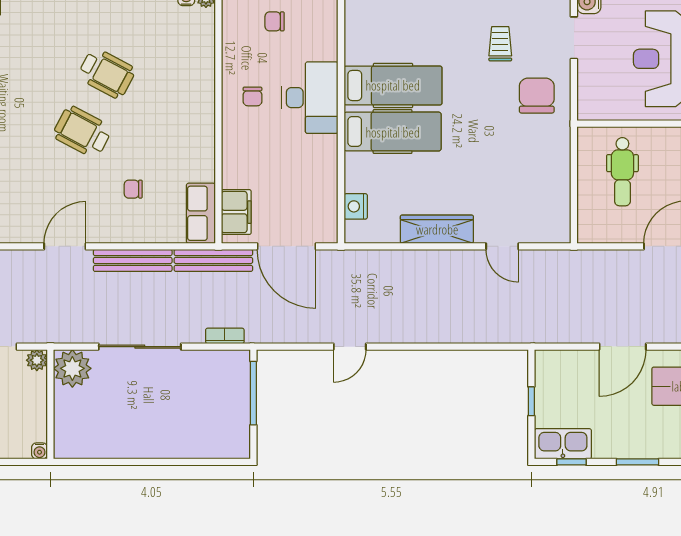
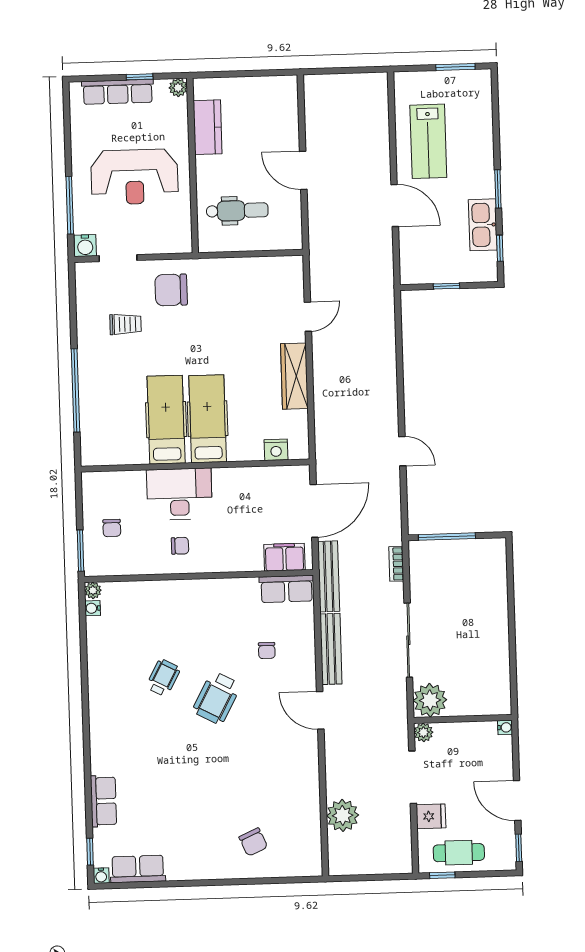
trolley: (500, 44) -> (125, 324), turned 180
wheelchair: (107, 73) -> (163, 678), width x0.73, depth x0.73
kitchen sink: (563, 444) -> (483, 225), moved

